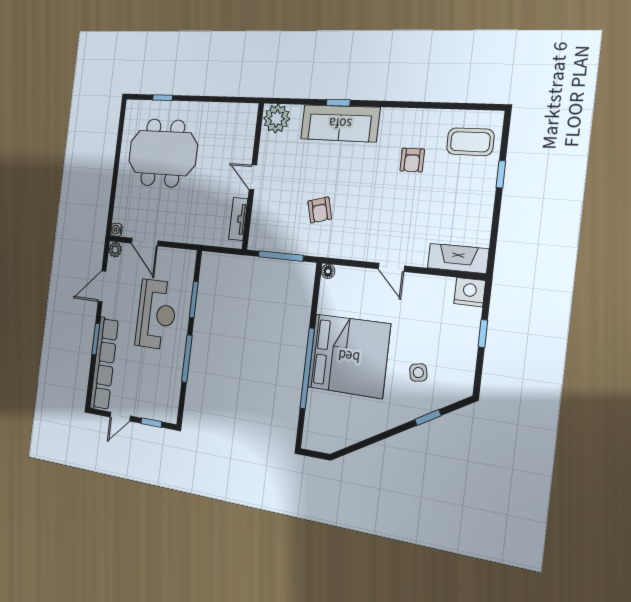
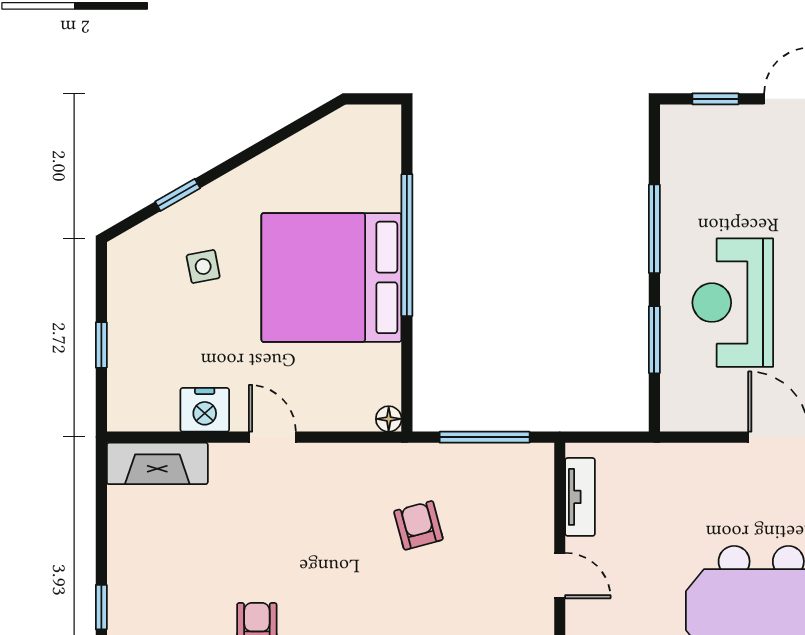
nightstand: (470, 292) -> (205, 410), moved

